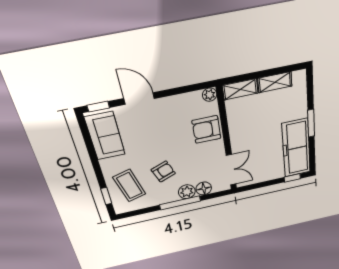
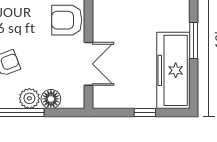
double door: (231, 170) -> (89, 64), moved
window: (292, 178) -> (145, 112), moved

